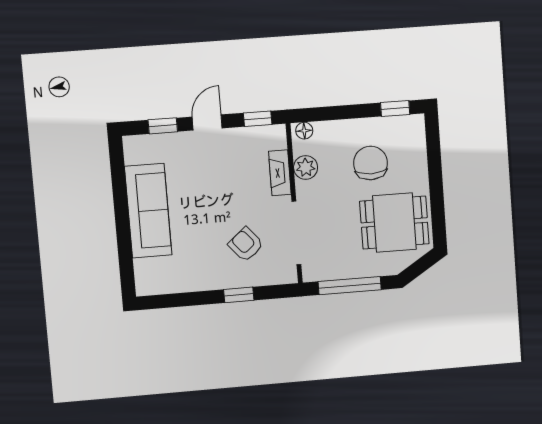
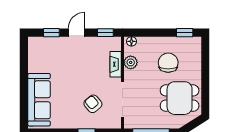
sofa: (148, 211) -> (39, 100), moved

